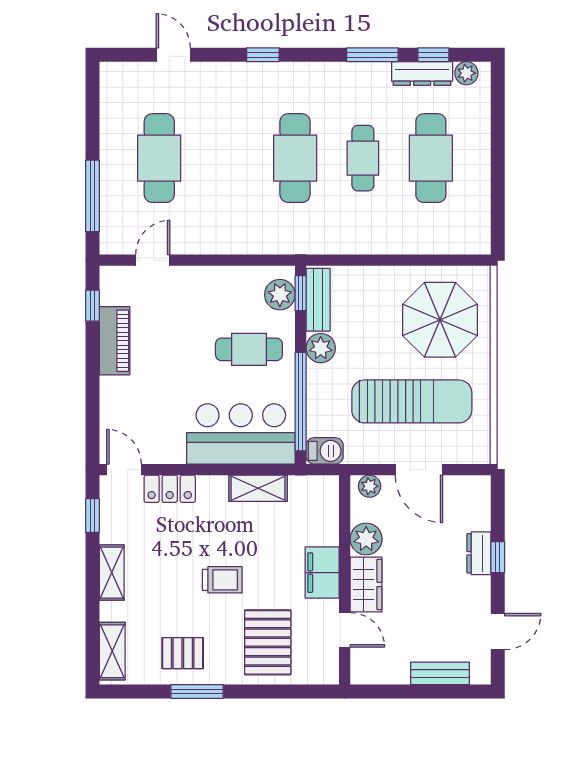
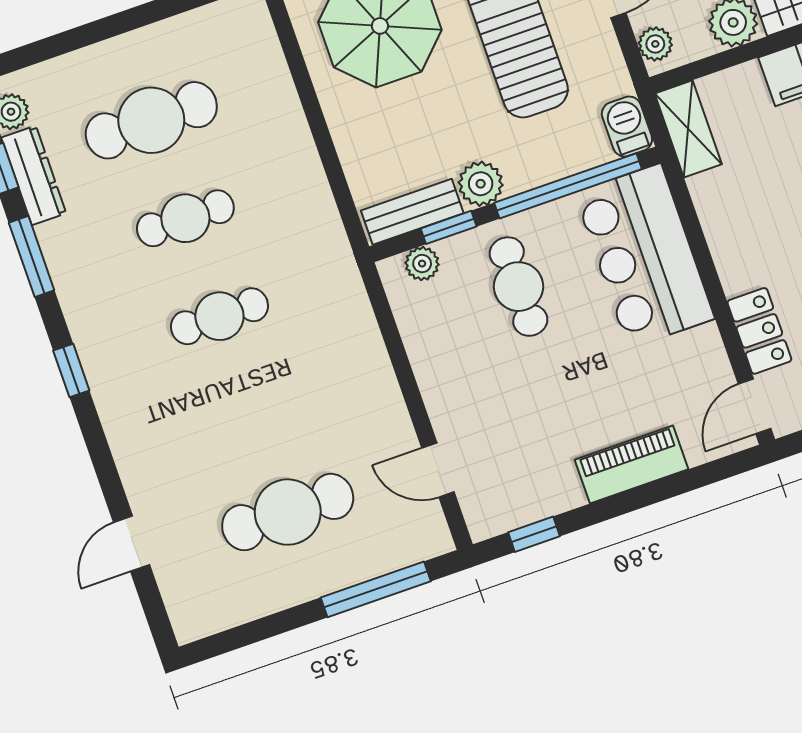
window: (263, 55) -> (71, 371), moved
cafe table: (295, 158) -> (219, 316), width x0.73, depth x0.74
window: (301, 293) -> (449, 227), moved
plant: (280, 295) -> (422, 264), width x0.73, depth x0.73
piano: (115, 341) -> (632, 465), moved
shelving: (258, 488) -> (688, 129), moved

